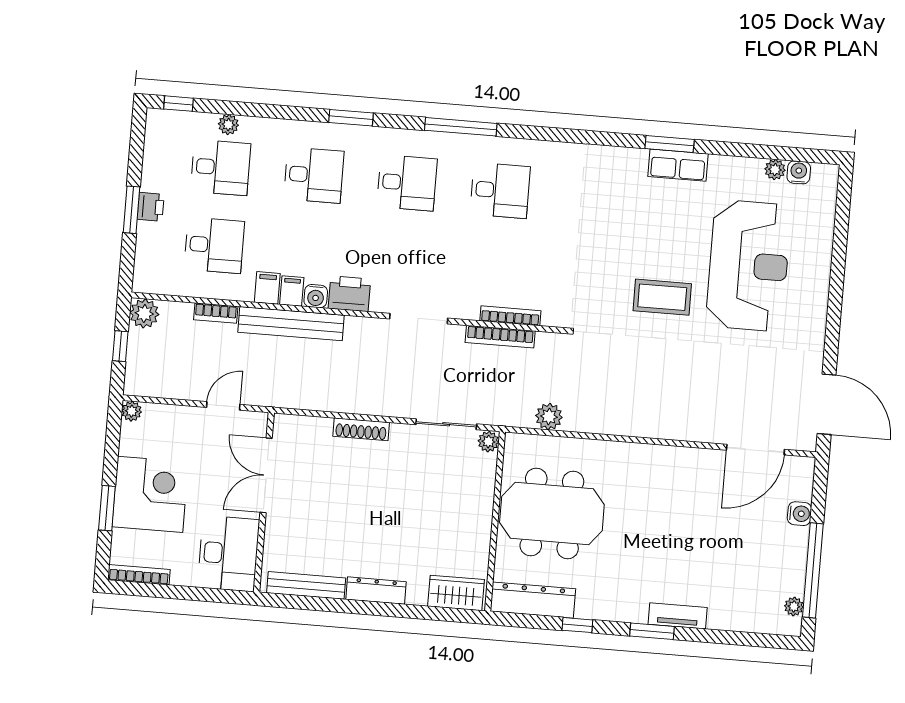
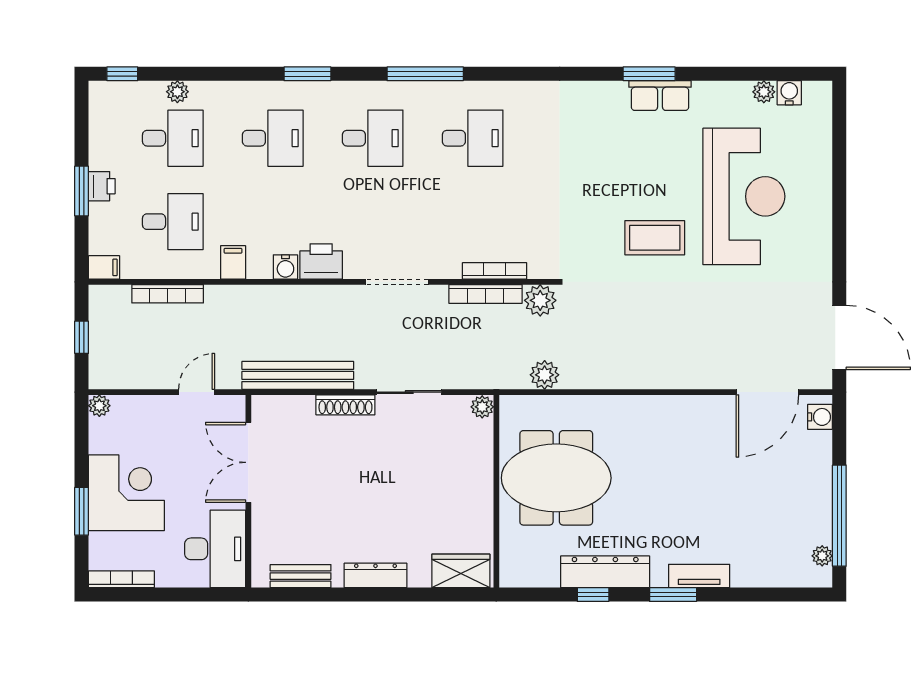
filing cabinet: (292, 291) -> (104, 267), moved, turned 90
plant: (144, 313) -> (540, 300), moved
bookcase: (216, 313) -> (168, 294), width x1.56
bench: (291, 324) -> (298, 375), moved
sliding door: (446, 424) -> (409, 392), moved
water cooler: (799, 514) -> (820, 417), moved
bench: (306, 585) -> (301, 576), width x0.73
dresser: (533, 600) -> (605, 572), moved

